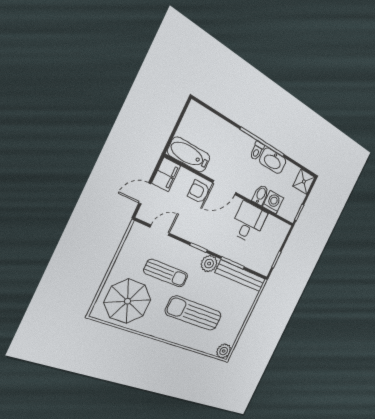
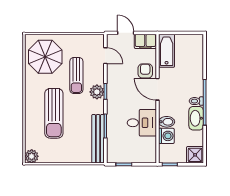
plant: (209, 264) -> (97, 92), moved
sun lounger: (194, 313) -> (54, 113), turned 180

